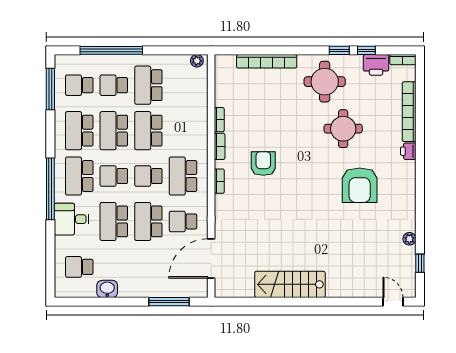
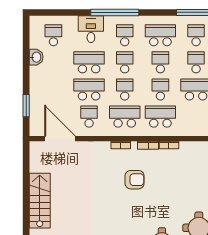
school desk: (114, 131) -> (160, 62), width x0.54
school desk: (148, 131) -> (160, 89), width x0.54
school desk: (183, 131) -> (160, 117), added
school desk: (79, 176) -> (125, 35), width x0.54
window: (169, 302) -> (26, 106), width x0.69

